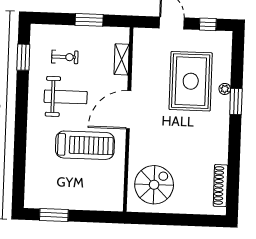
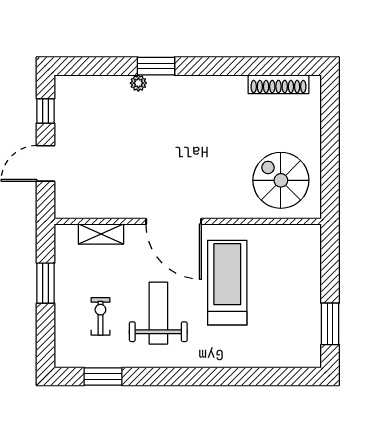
rug: (191, 81) -> (129, 133), removed

